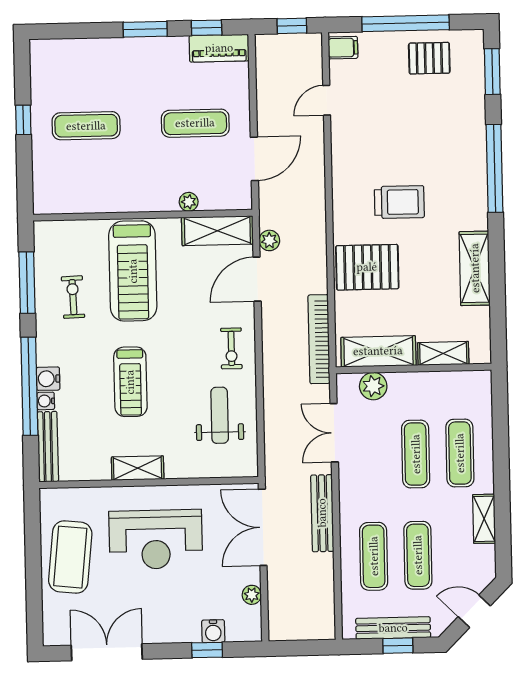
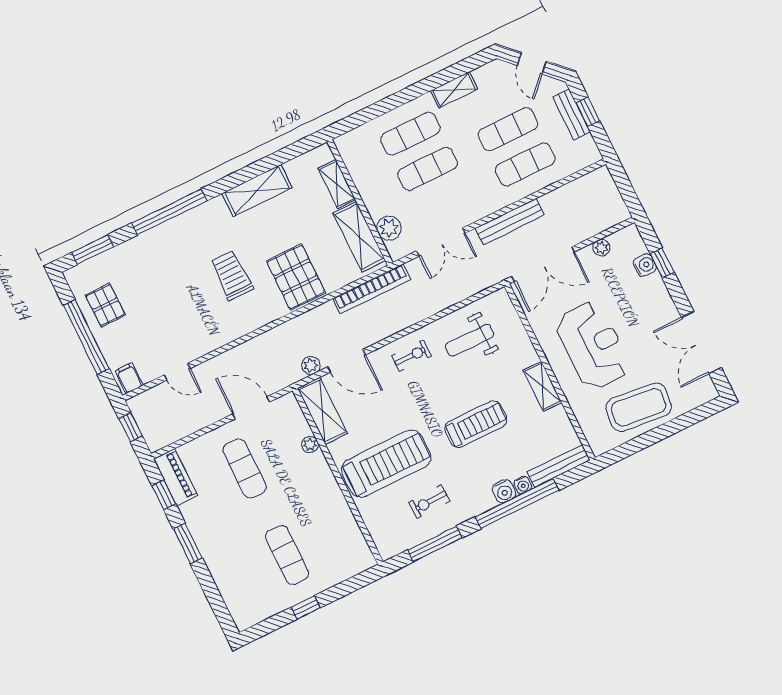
bench: (393, 628) -> (571, 114), width x0.73

